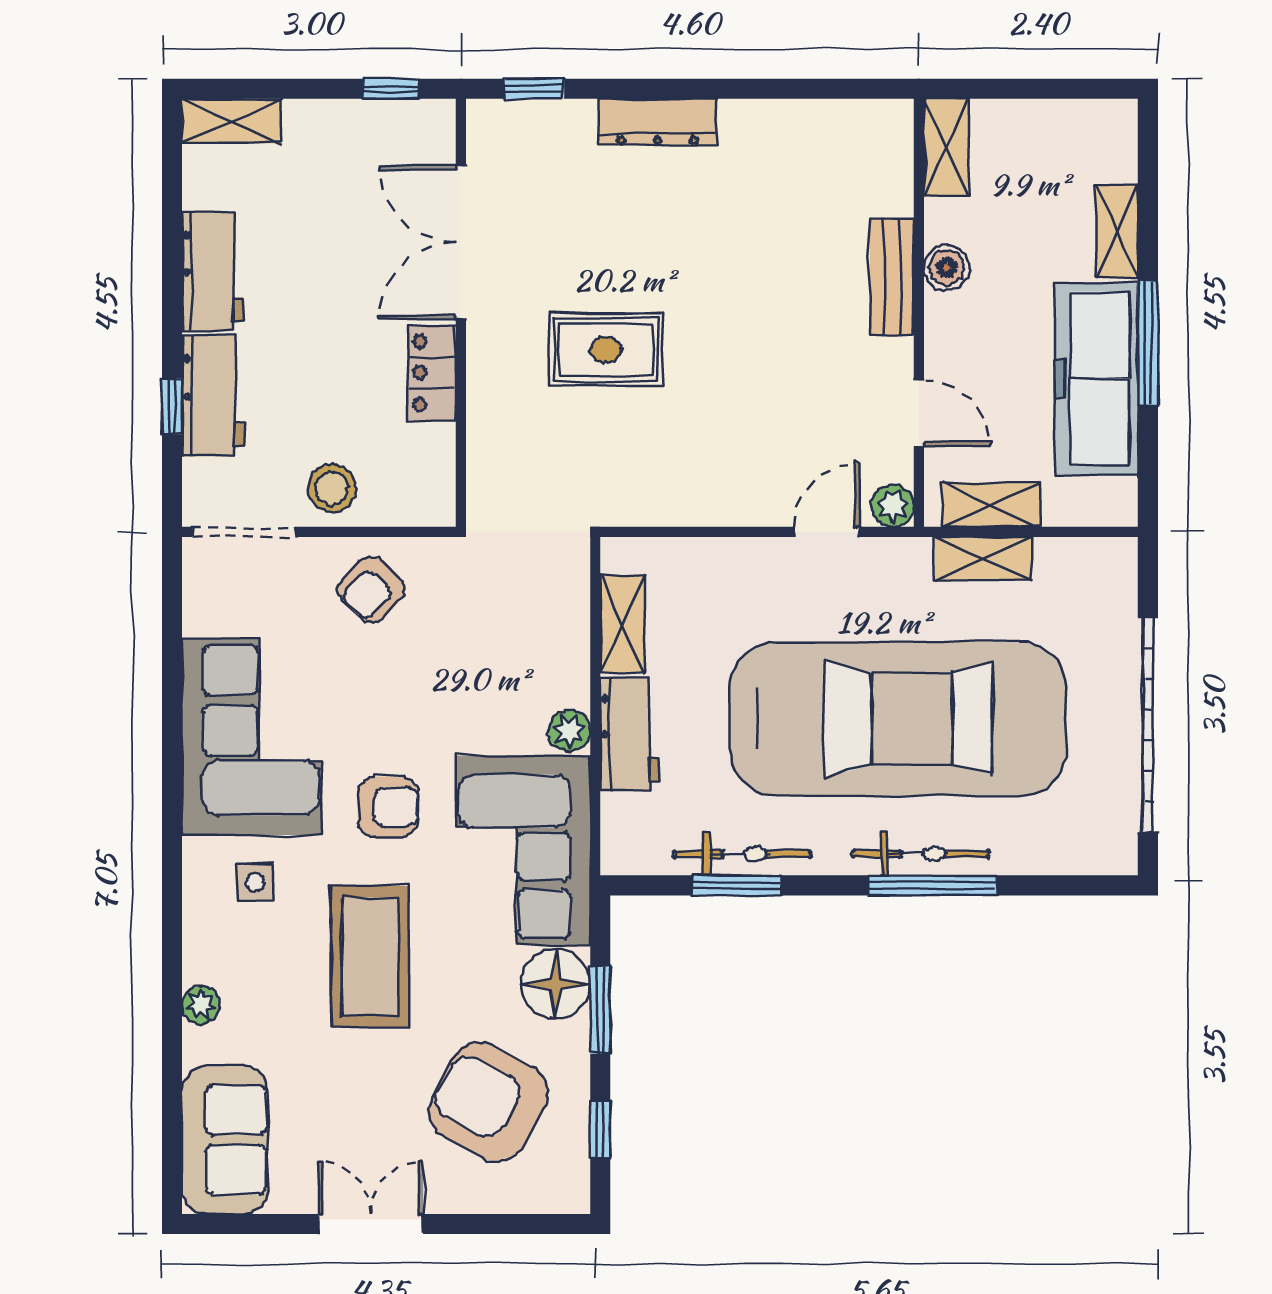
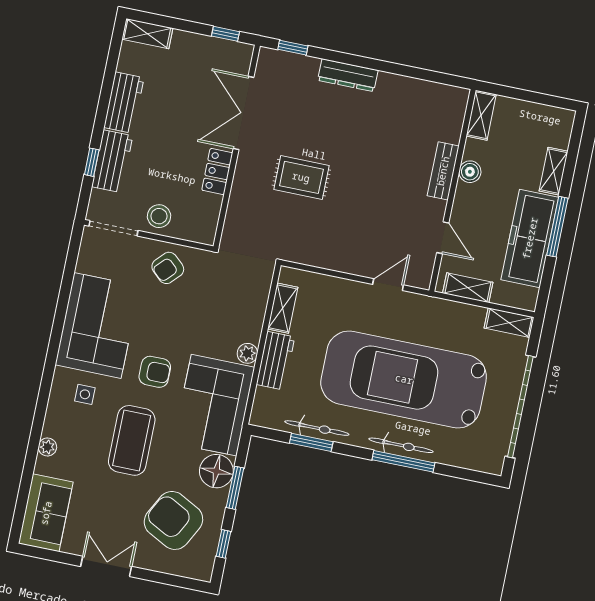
plant: (893, 506) -> (421, 279), removed
shelving: (983, 559) -> (509, 323), moved
car: (898, 719) -> (404, 379), turned 180

